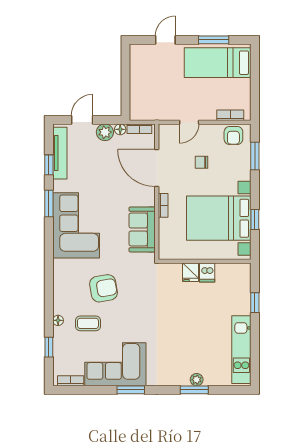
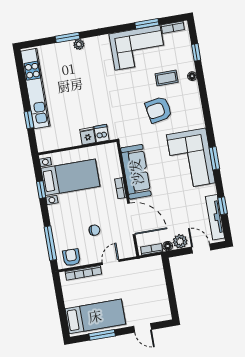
door: (165, 40) -> (143, 328), hinge flipped
bookcase: (230, 115) -> (83, 273), width x1.56
door: (82, 120) -> (201, 249), swing flipped
window: (255, 156) -> (50, 243), width x1.44
window: (49, 204) -> (214, 158), moved
bed with nightstands: (219, 218) -> (70, 177), width x0.73
sofa: (142, 229) -> (136, 172), width x1.36
dishwasher: (207, 272) -> (102, 133), moved
kitchen unit: (241, 350) -> (35, 89), width x1.36
plant: (197, 380) -> (79, 44), moved
window: (131, 390) -> (147, 24), moved

